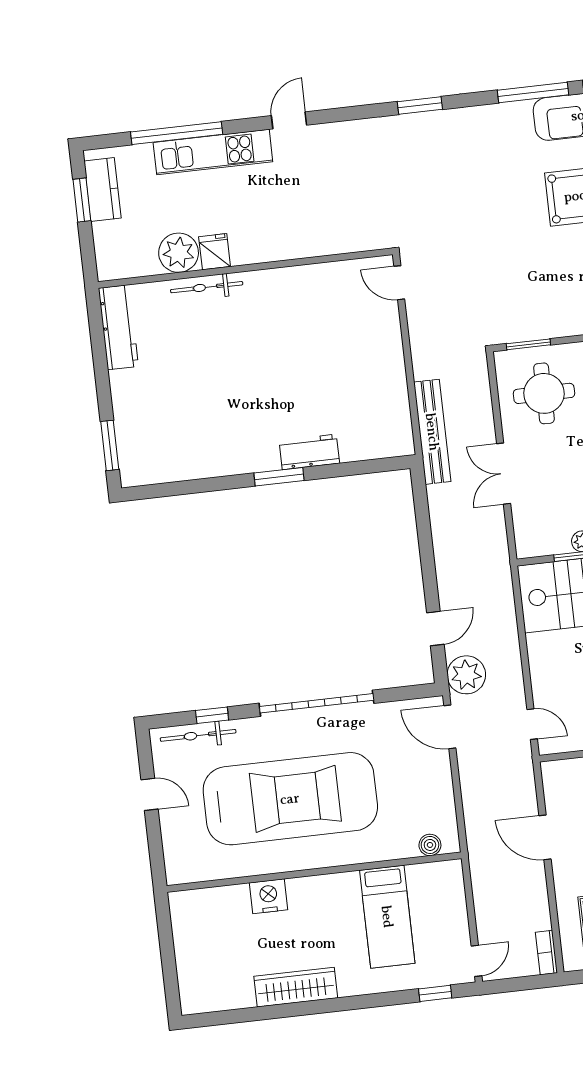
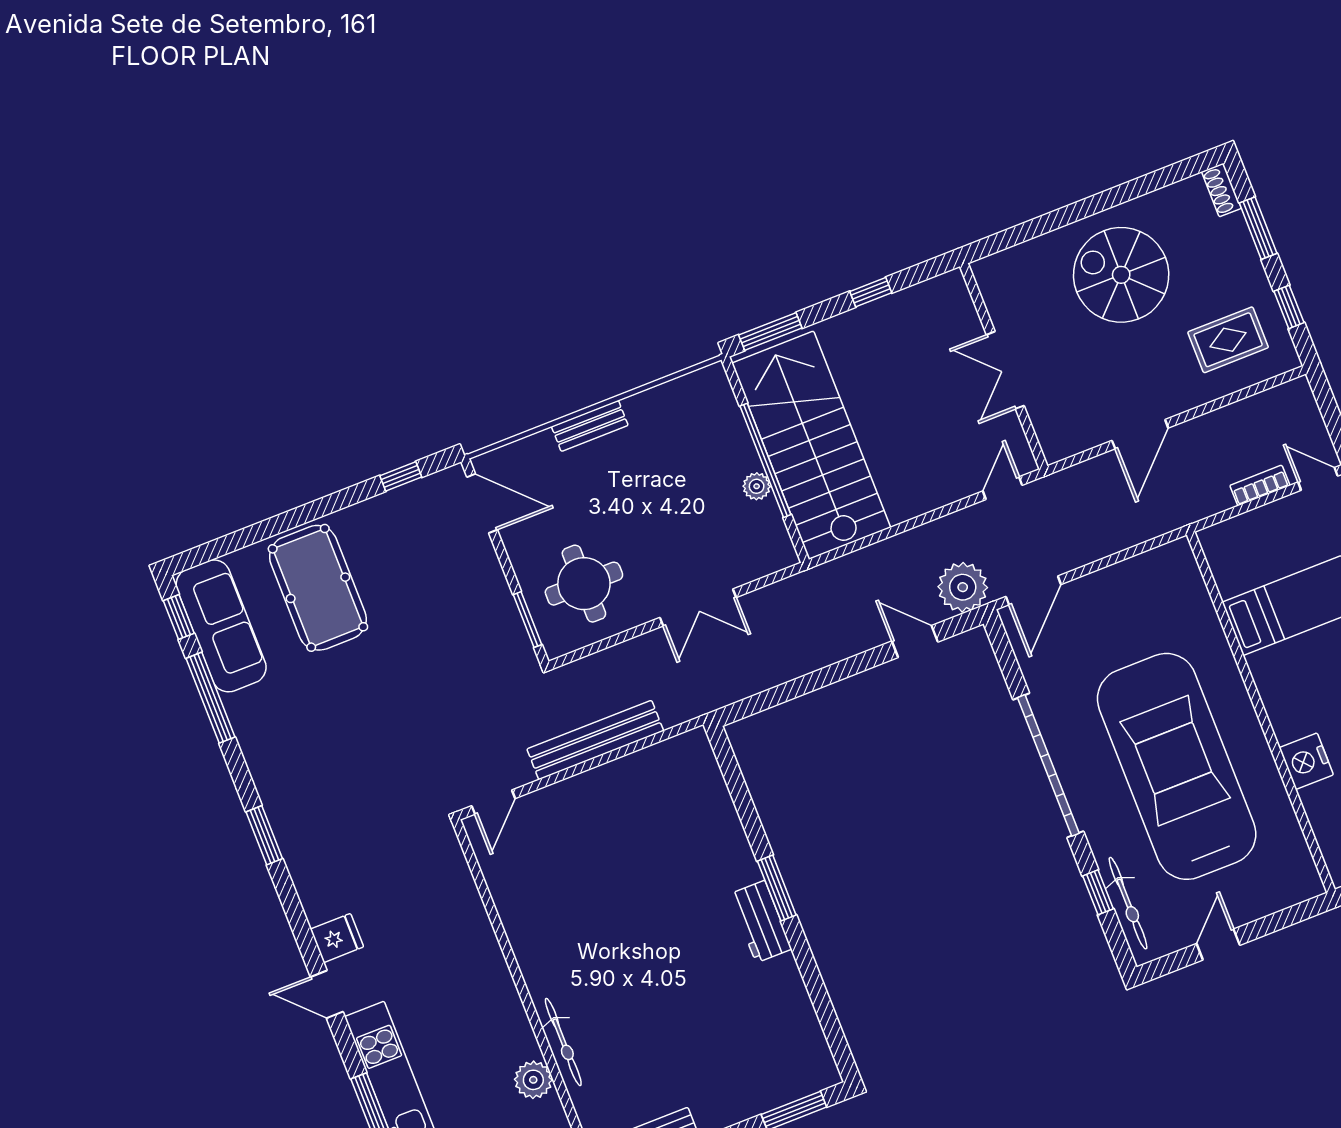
fridge: (215, 252) -> (337, 938), moved, turned 180
plant: (179, 253) -> (533, 1080), width x0.73, depth x0.73
bench: (432, 432) -> (595, 740), moved
workbench: (309, 452) -> (760, 922), moved
boiler: (430, 845) -> (1188, 576), removed
bookcase: (546, 953) -> (1260, 485), moved, turned 180

